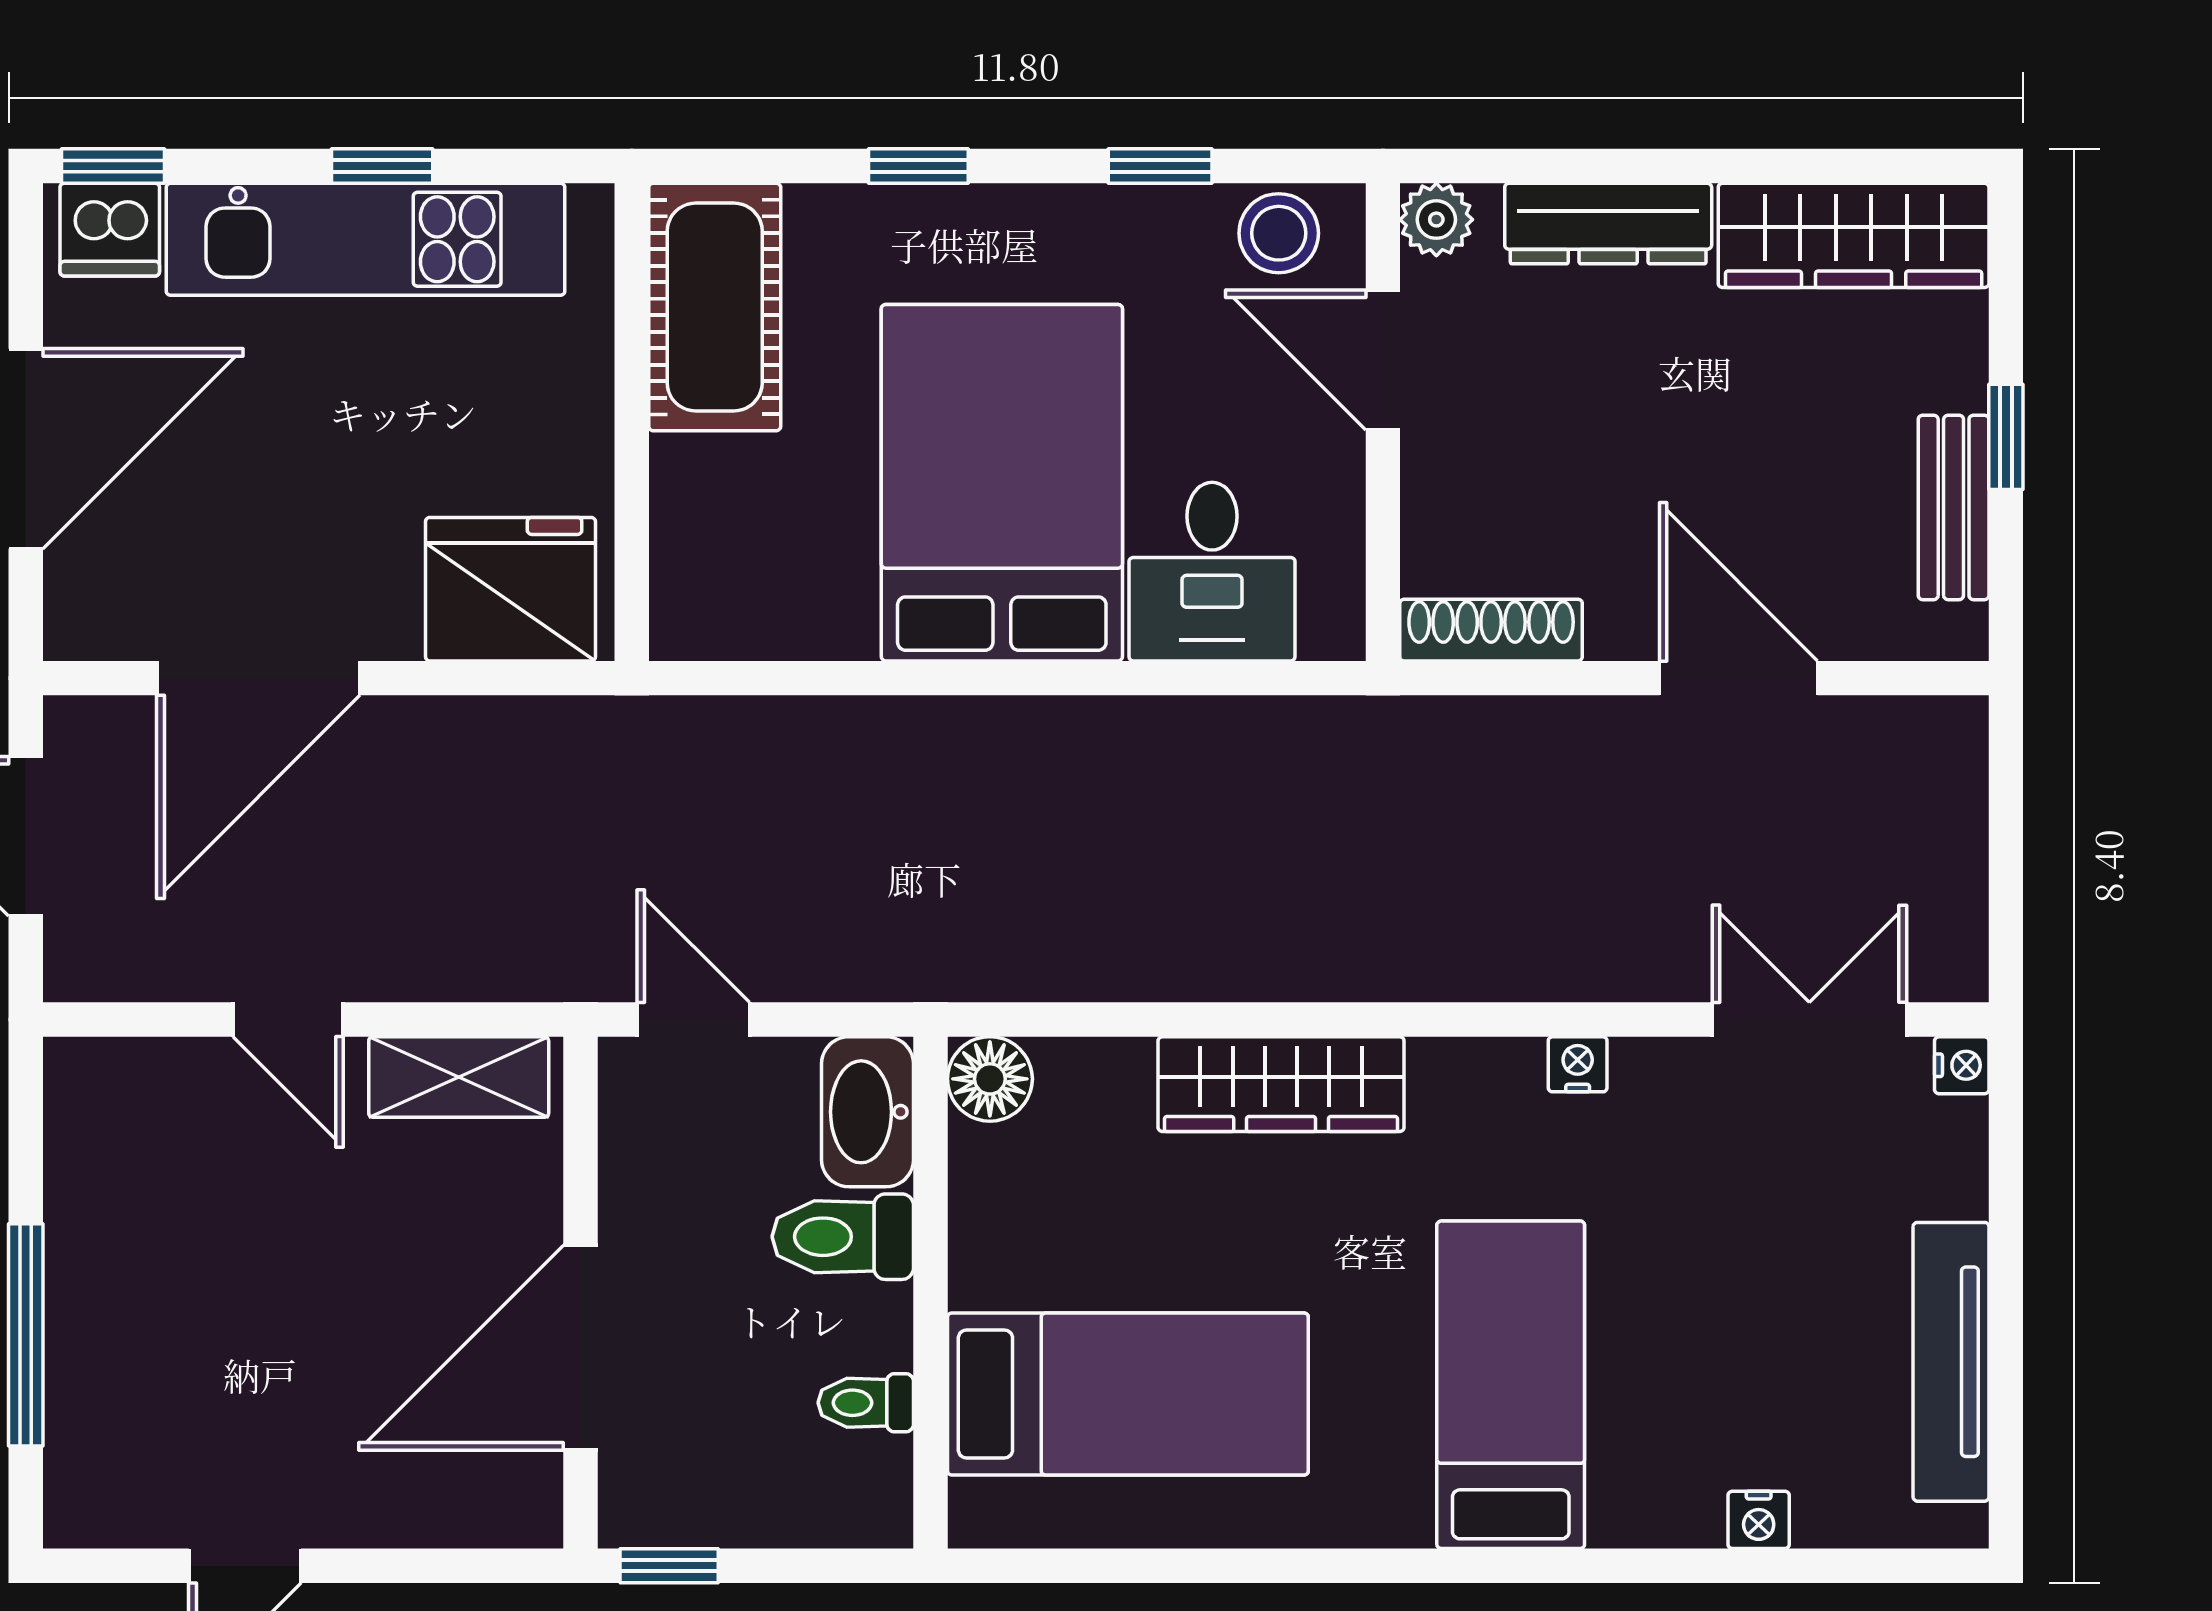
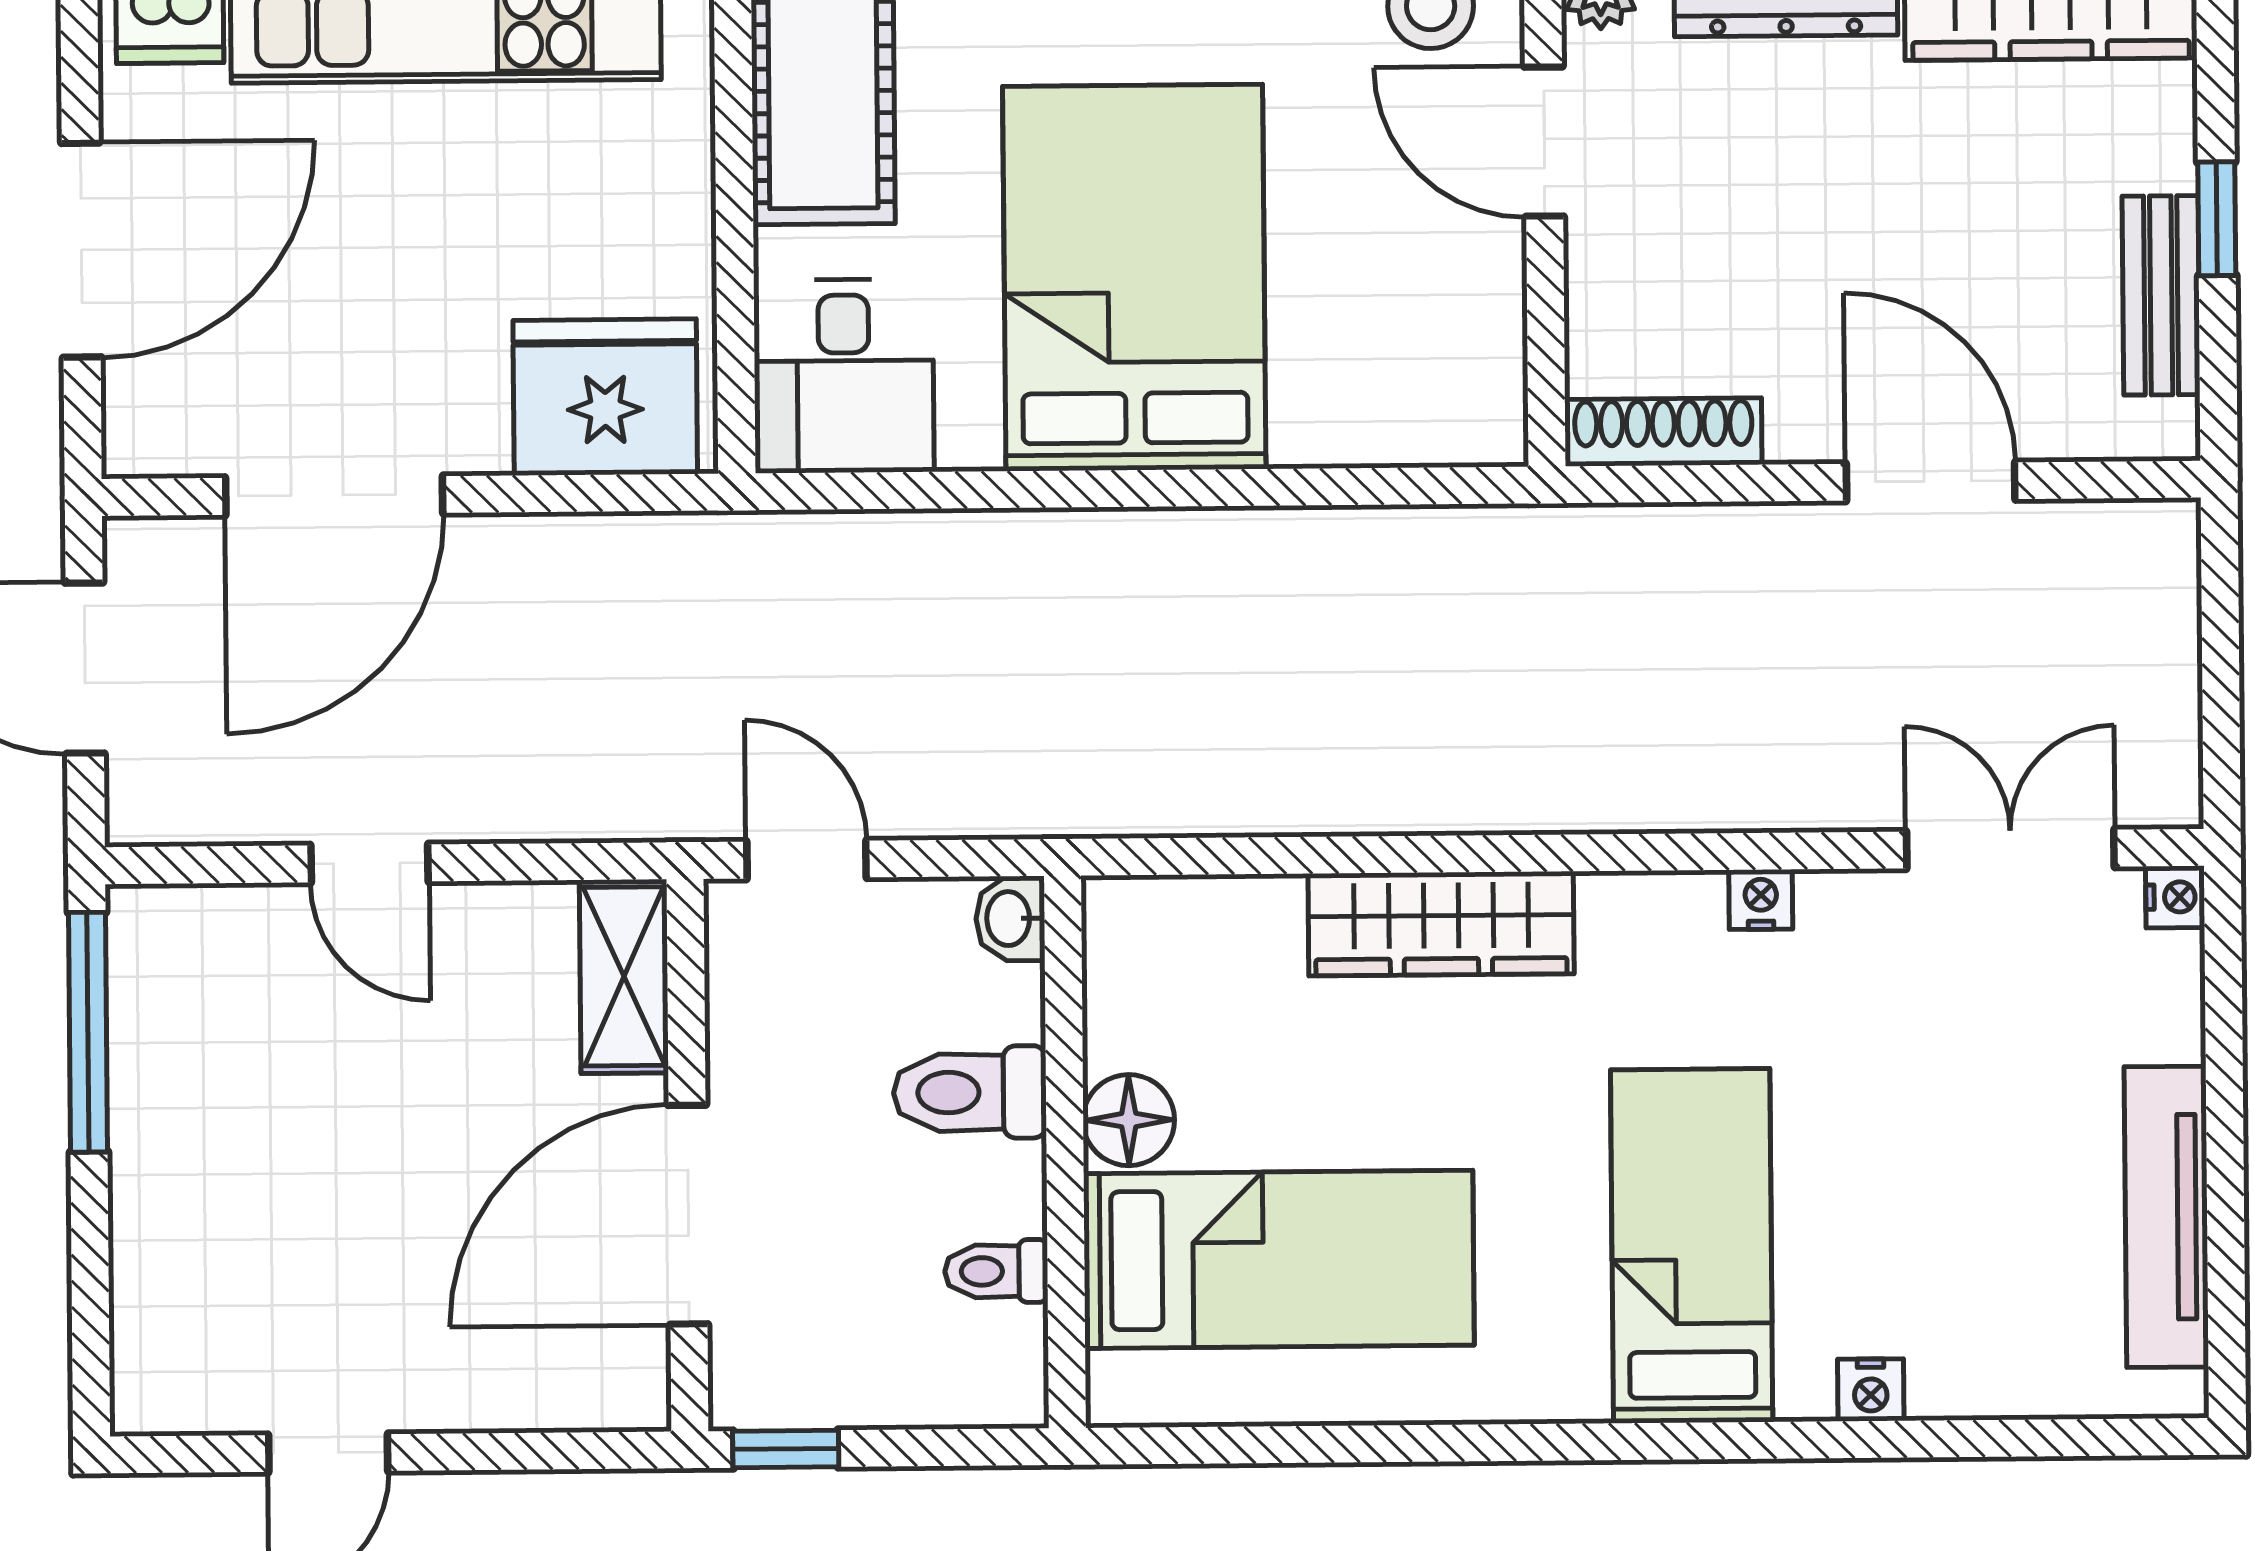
desk: (1212, 572) -> (844, 376), moved
shelving: (459, 1077) -> (624, 976), moved, turned 90
floor lamp: (990, 1079) -> (1129, 1120), moved
washbasin: (867, 1112) -> (1010, 919), width x0.52, depth x0.69
window: (26, 1335) -> (88, 1032), moved
nightstand: (1759, 1520) -> (1871, 1390), moved

